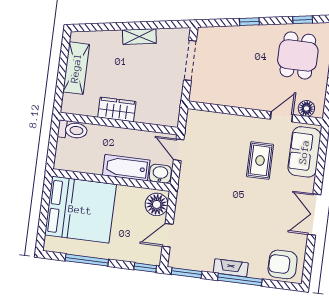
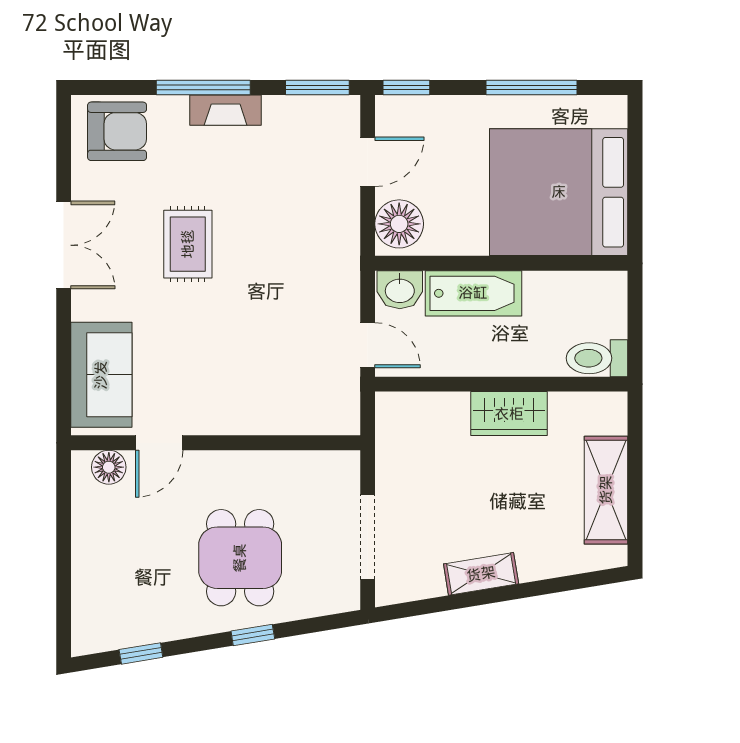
dining table: (298, 55) -> (240, 558), moved
rug: (260, 160) -> (188, 244), moved

